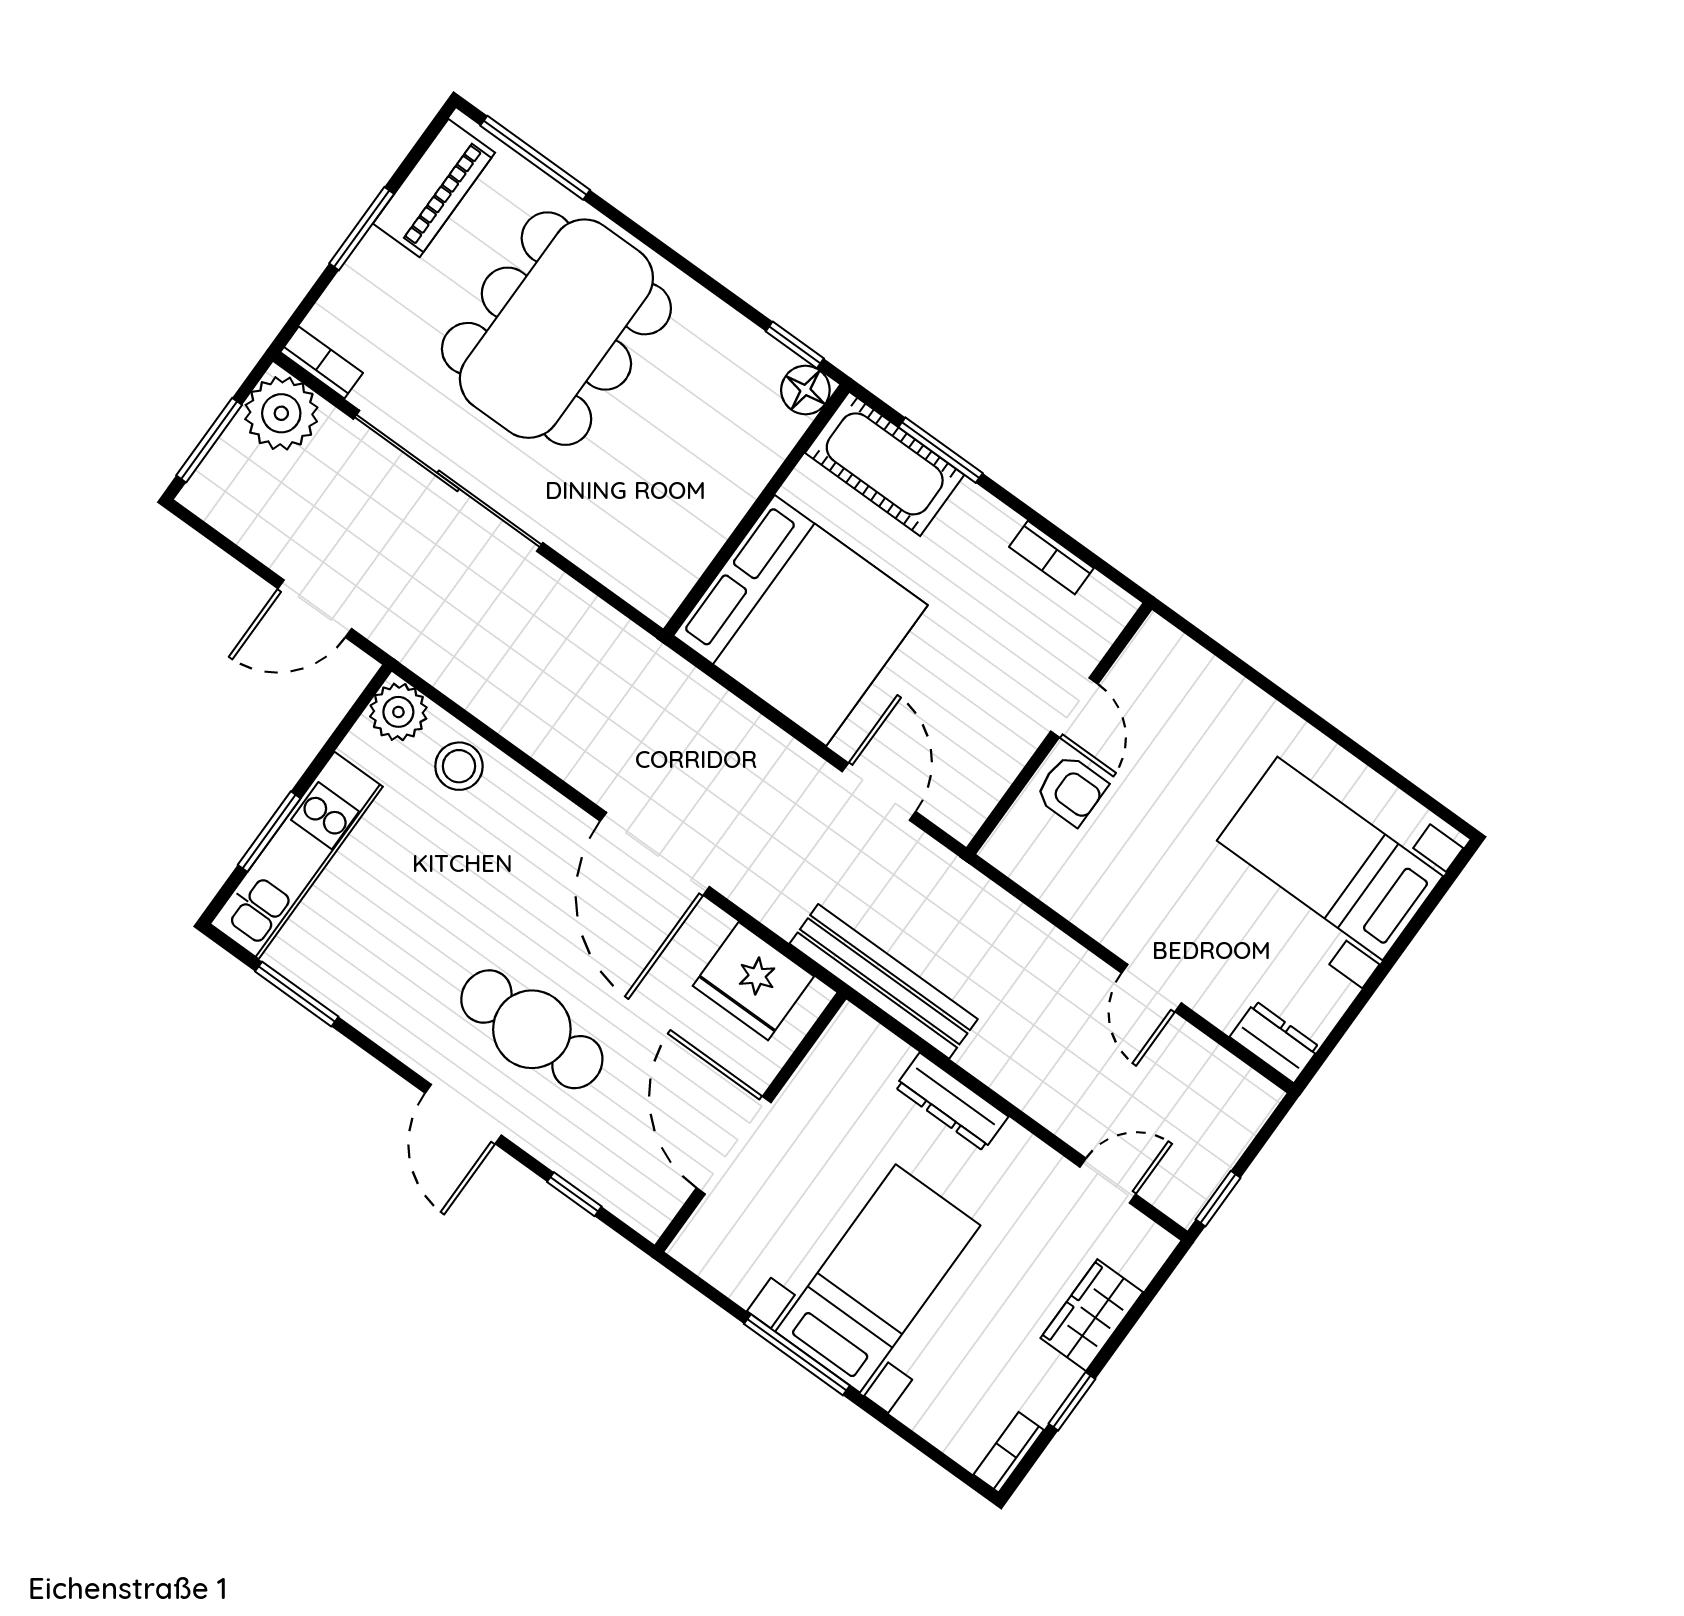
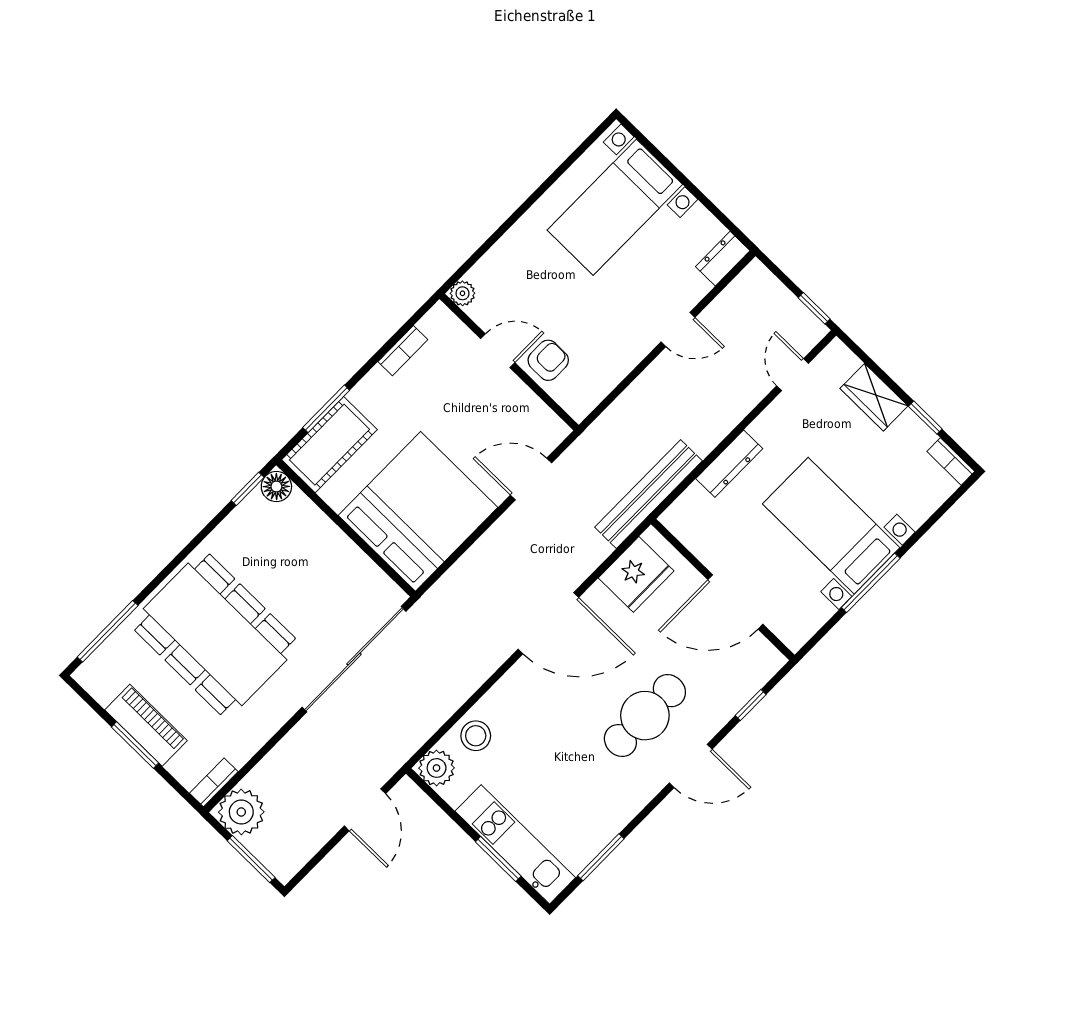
piano: (434, 188) -> (146, 725), moved
sliding door: (448, 481) -> (354, 659), moved
plant: (1157, 638) -> (462, 293), added

